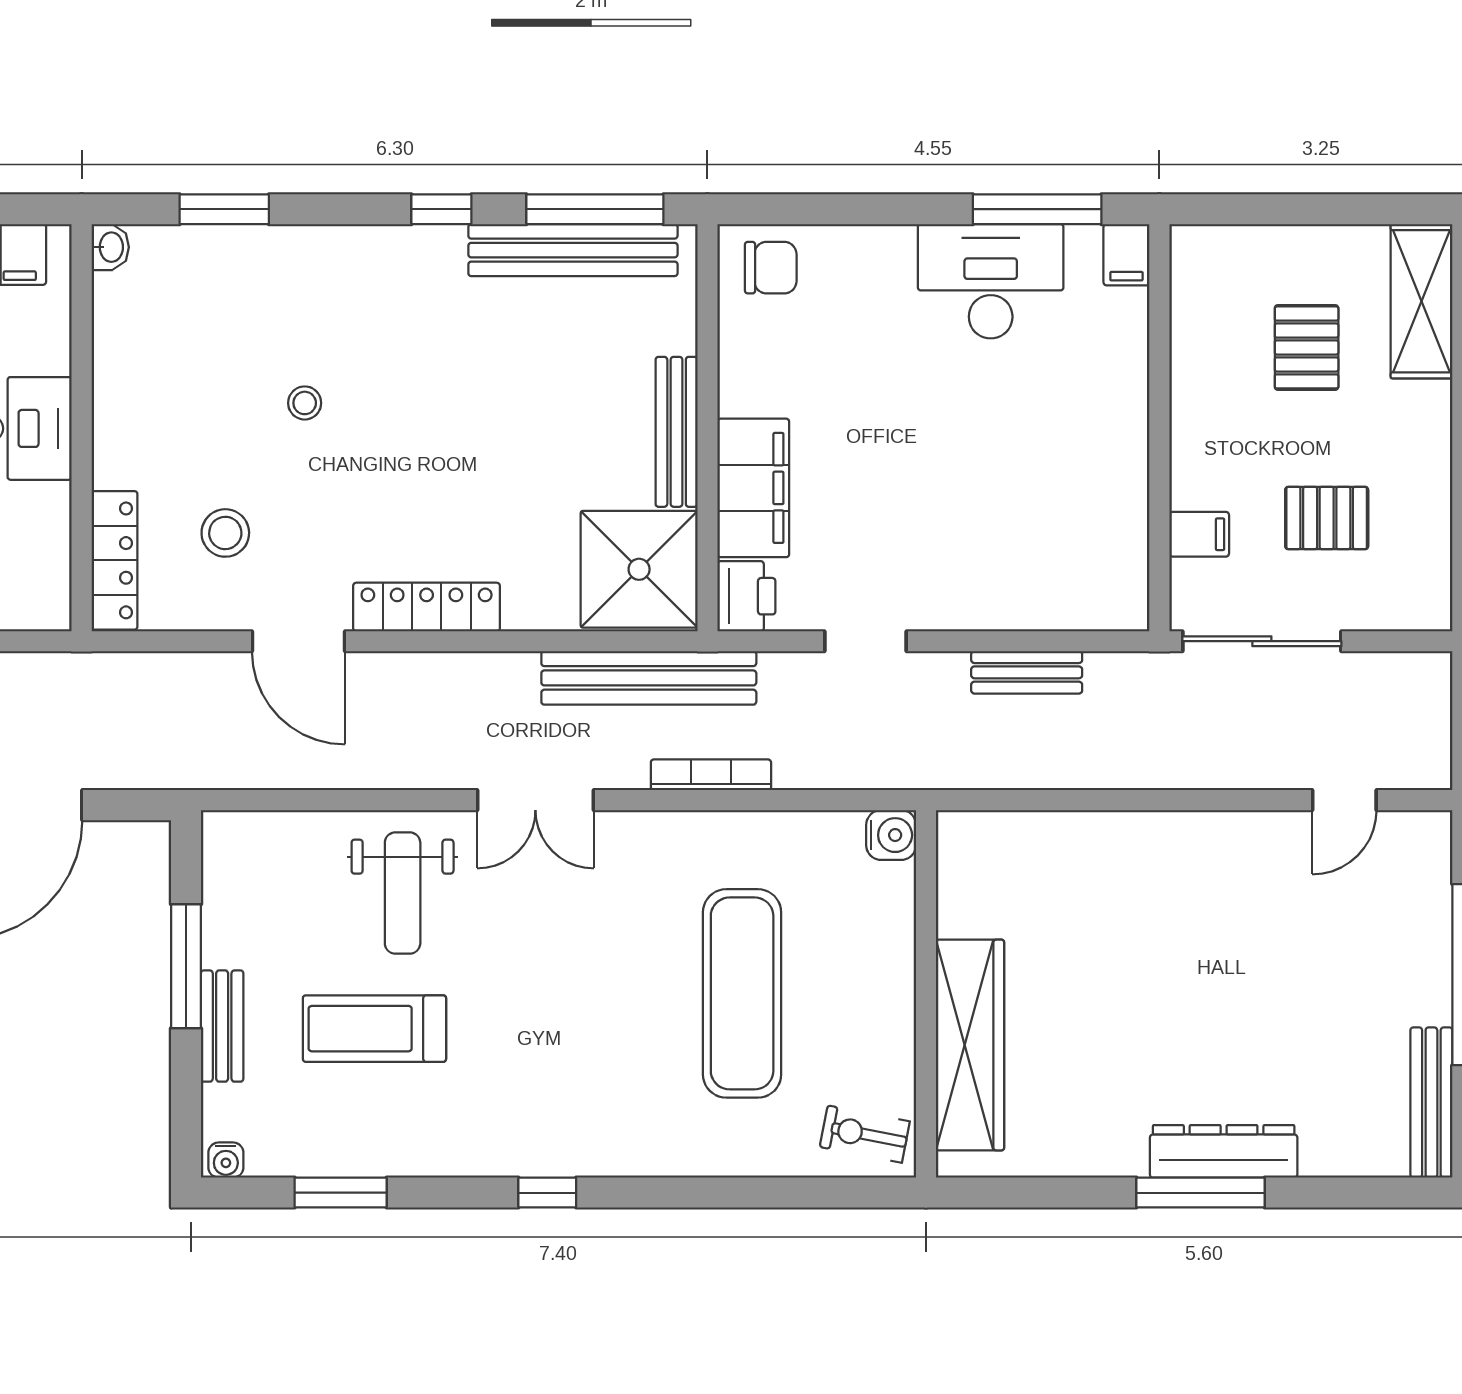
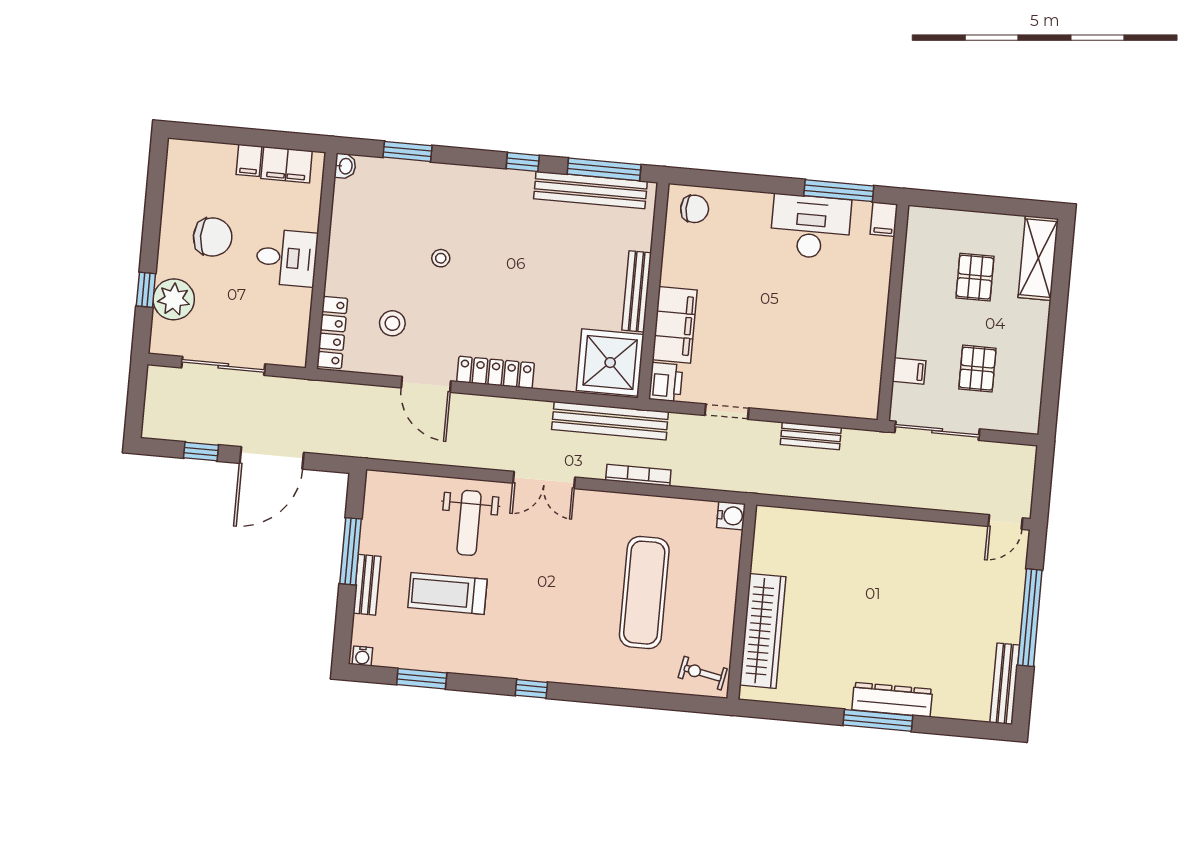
pallet: (1327, 518) -> (977, 369), turned 90
door: (1344, 800) -> (1005, 522), moved

